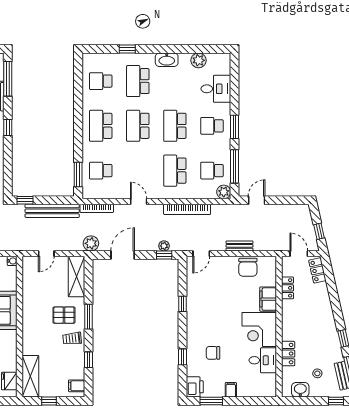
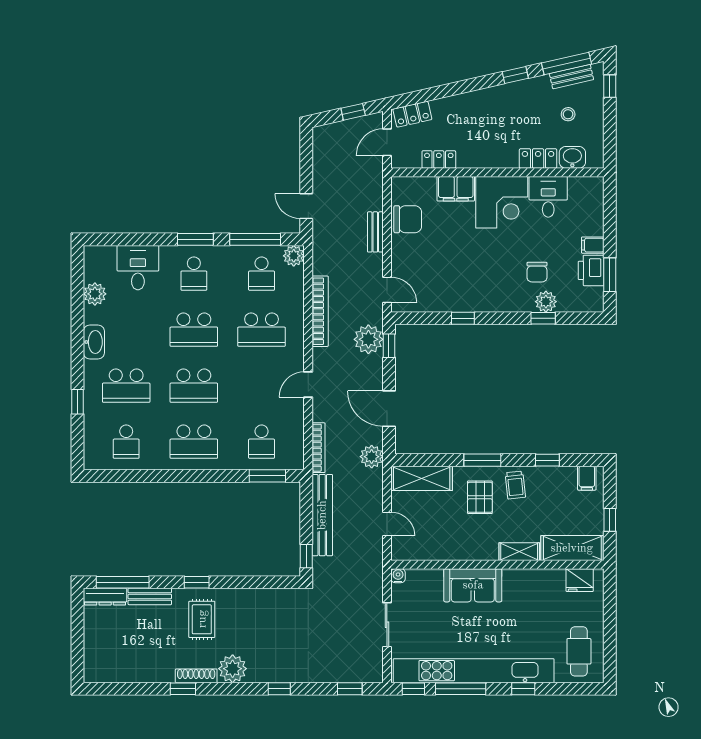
plant: (164, 246) -> (368, 339), width x1.88, depth x1.88
shelving: (28, 341) -> (519, 552), added
plant: (193, 359) -> (546, 302), added
printer: (195, 387) -> (591, 270), moved, turned -90
washbasin: (300, 390) -> (572, 157), moved, turned 90

